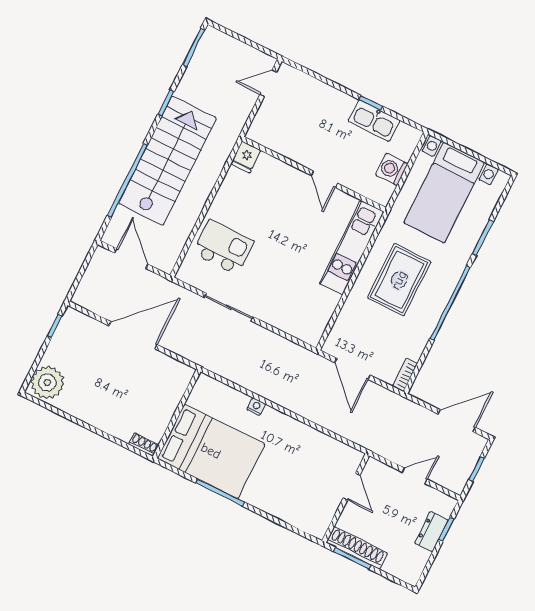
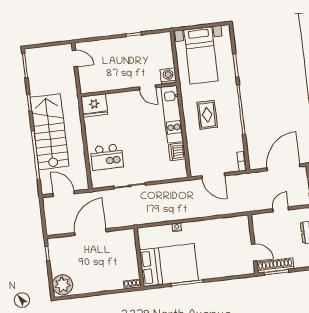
door: (268, 83) -> (75, 59), swing flipped
kitchen sink: (374, 121) -> (141, 42), removed
fridge: (246, 157) -> (94, 106), width x1.88, depth x1.34
washing machine: (392, 169) -> (168, 76), moved, turned 90
door: (324, 179) -> (147, 87), moved
kitchen island: (224, 247) -> (107, 157), turned 180
rug: (399, 280) -> (207, 115), width x0.73, depth x0.70
dishwasher: (324, 303) -> (177, 152), added
door: (457, 421) -> (284, 167), width x1.36
door: (352, 487) -> (254, 253), moved

